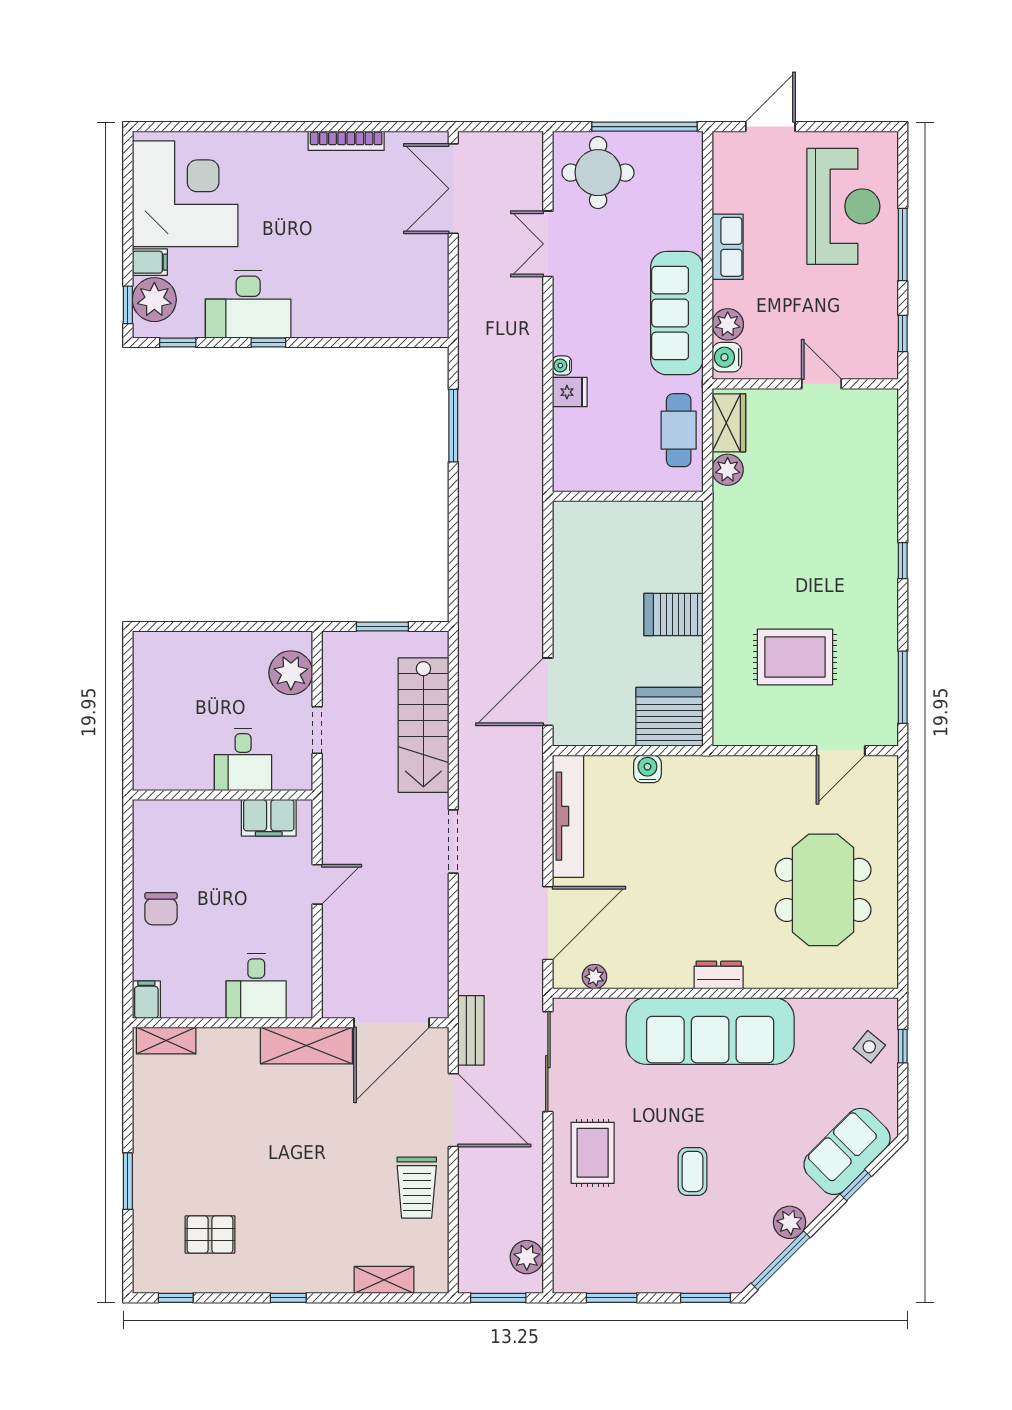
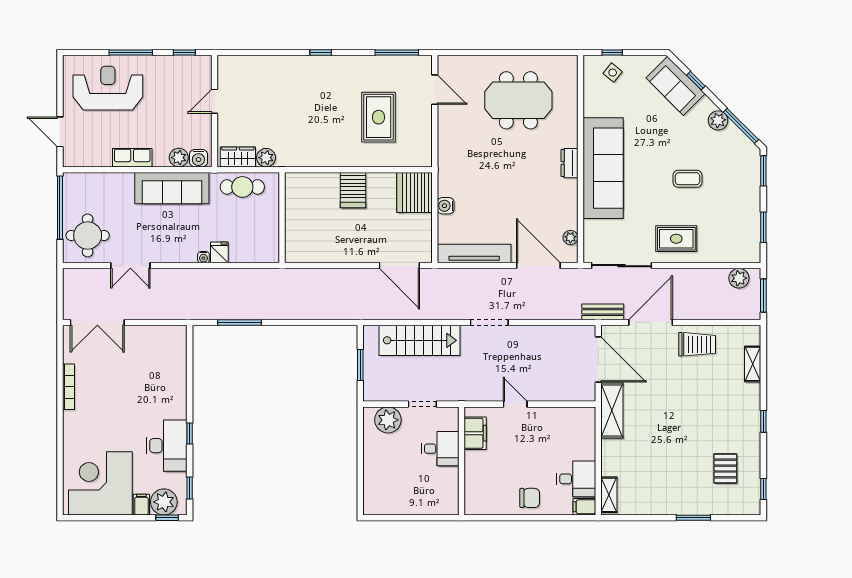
desk: (256, 986) -> (576, 479), moved

